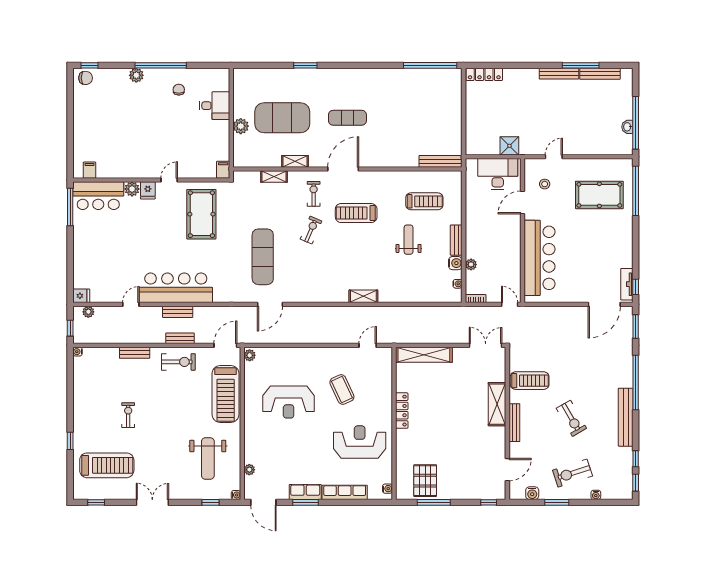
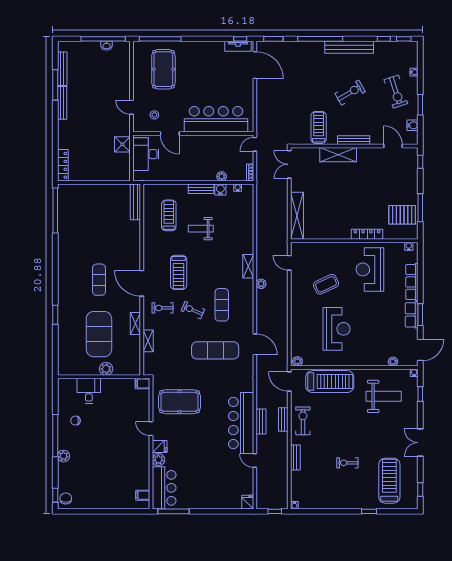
exercise mat: (317, 265) -> (222, 305), added
plant: (88, 312) -> (261, 284), moved
locker: (402, 411) -> (367, 234), moved

